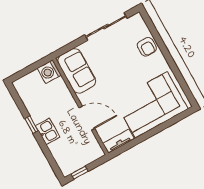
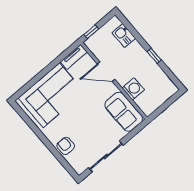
washing machine: (49, 72) -> (133, 89), moved
kitchen sink: (48, 131) -> (124, 36), moved
window: (80, 173) -> (91, 32), moved

